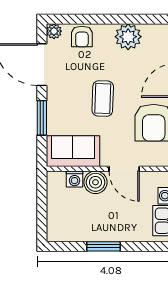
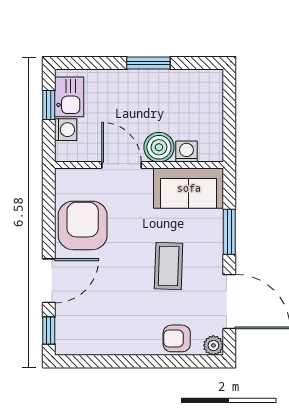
armchair: (82, 37) -> (177, 338), turned -90
plant: (128, 37) -> (116, 338), removed
coffee table: (103, 98) -> (169, 266), moved

